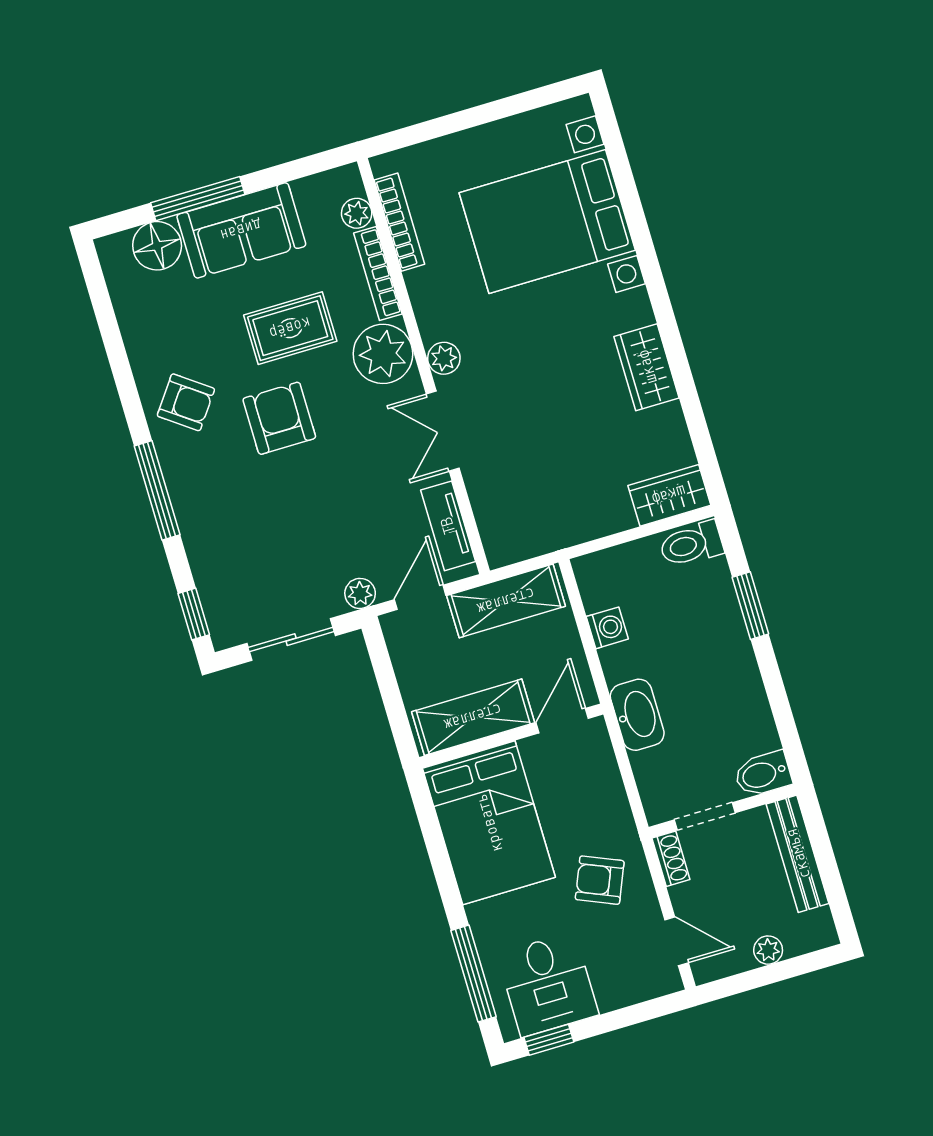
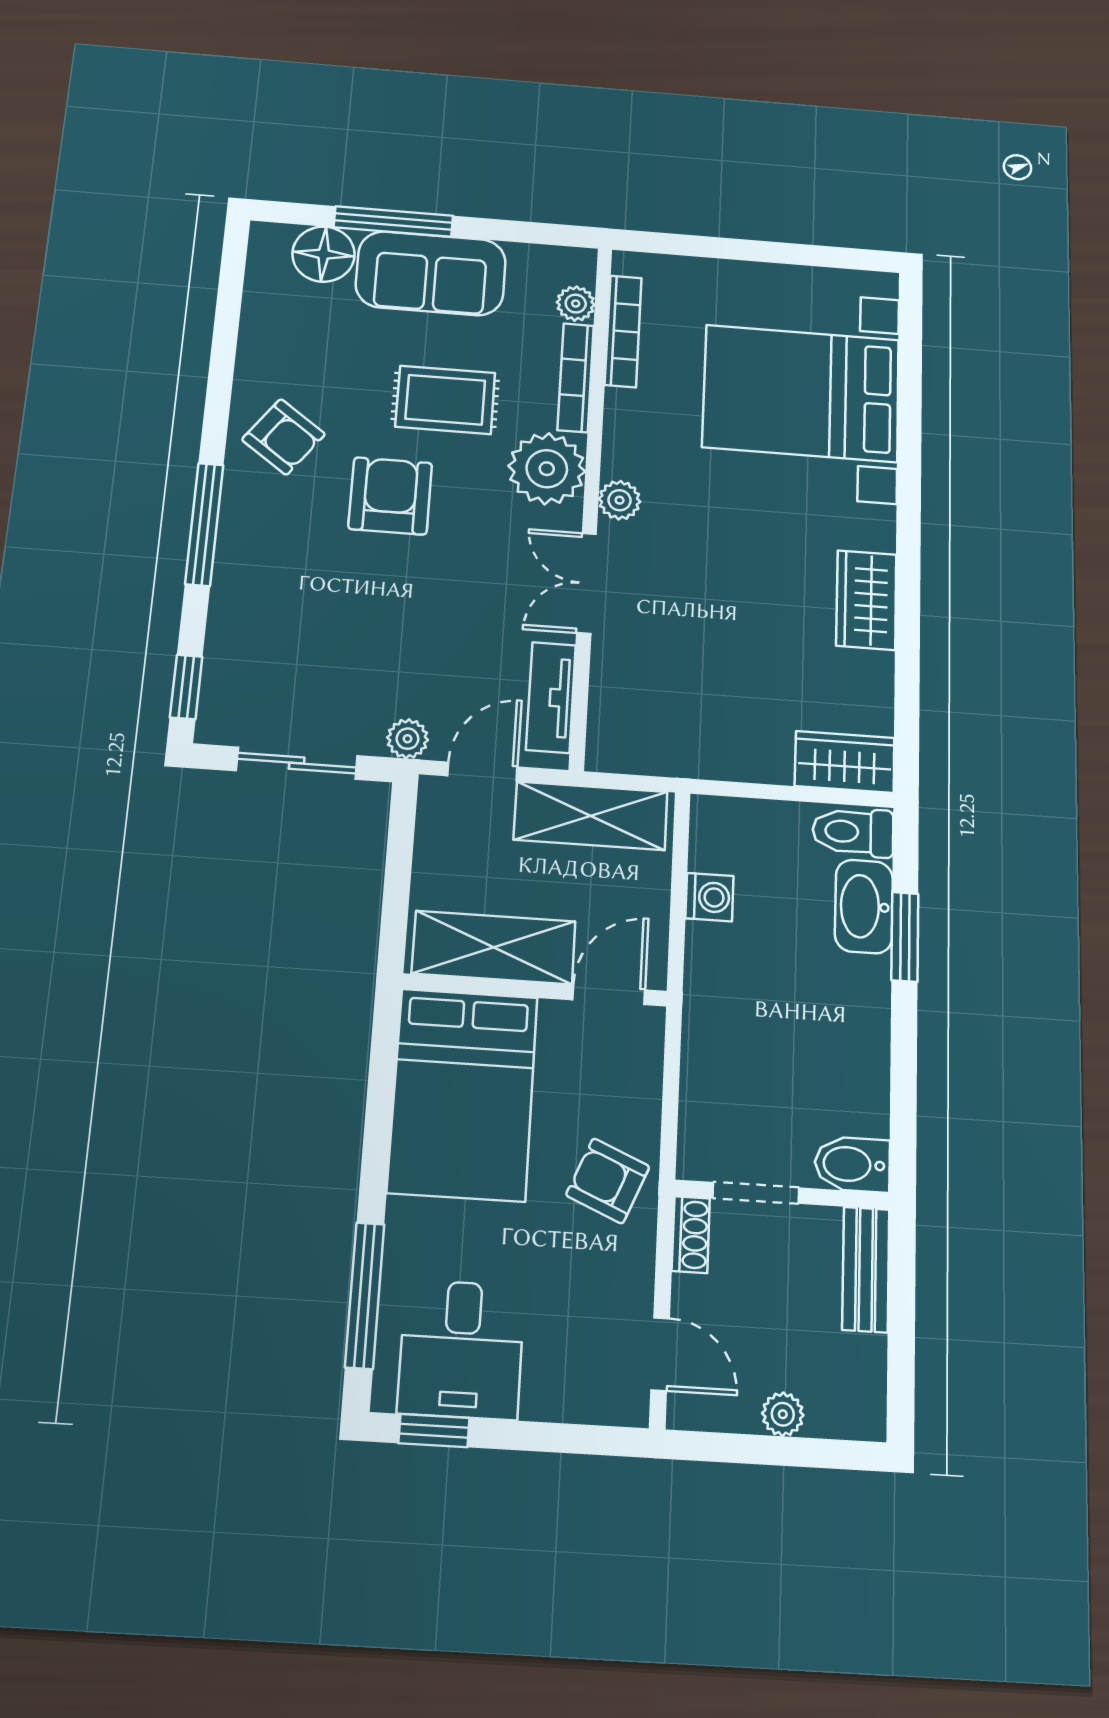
washbasin: (637, 715) -> (864, 906), moved, turned 180
bench: (798, 854) -> (866, 1269), width x0.73
armchair: (600, 880) -> (608, 1181), moved

